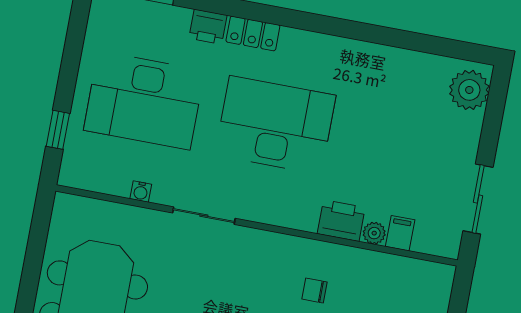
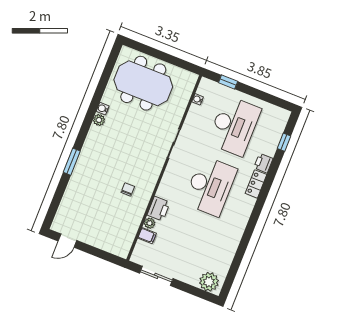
desk: (144, 100) -> (234, 126), turned 180
water cooler: (141, 191) -> (198, 99), moved

